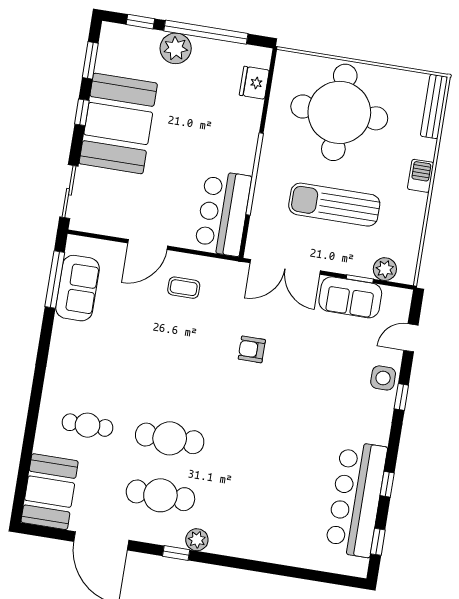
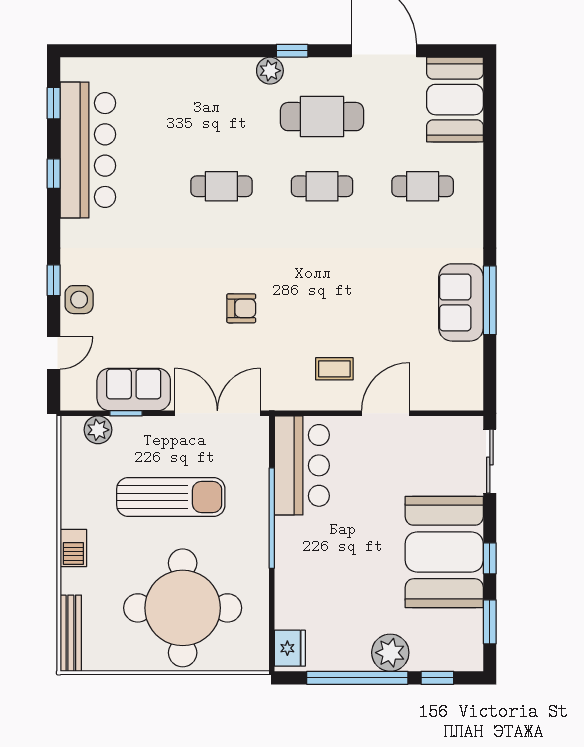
fridge: (254, 83) -> (290, 648), moved
window: (55, 280) -> (490, 300), moved
sofa: (77, 288) -> (461, 302), moved
cafe table: (170, 438) -> (322, 186), width x0.73, depth x0.74
cafe table: (252, 452) -> (221, 186), added

